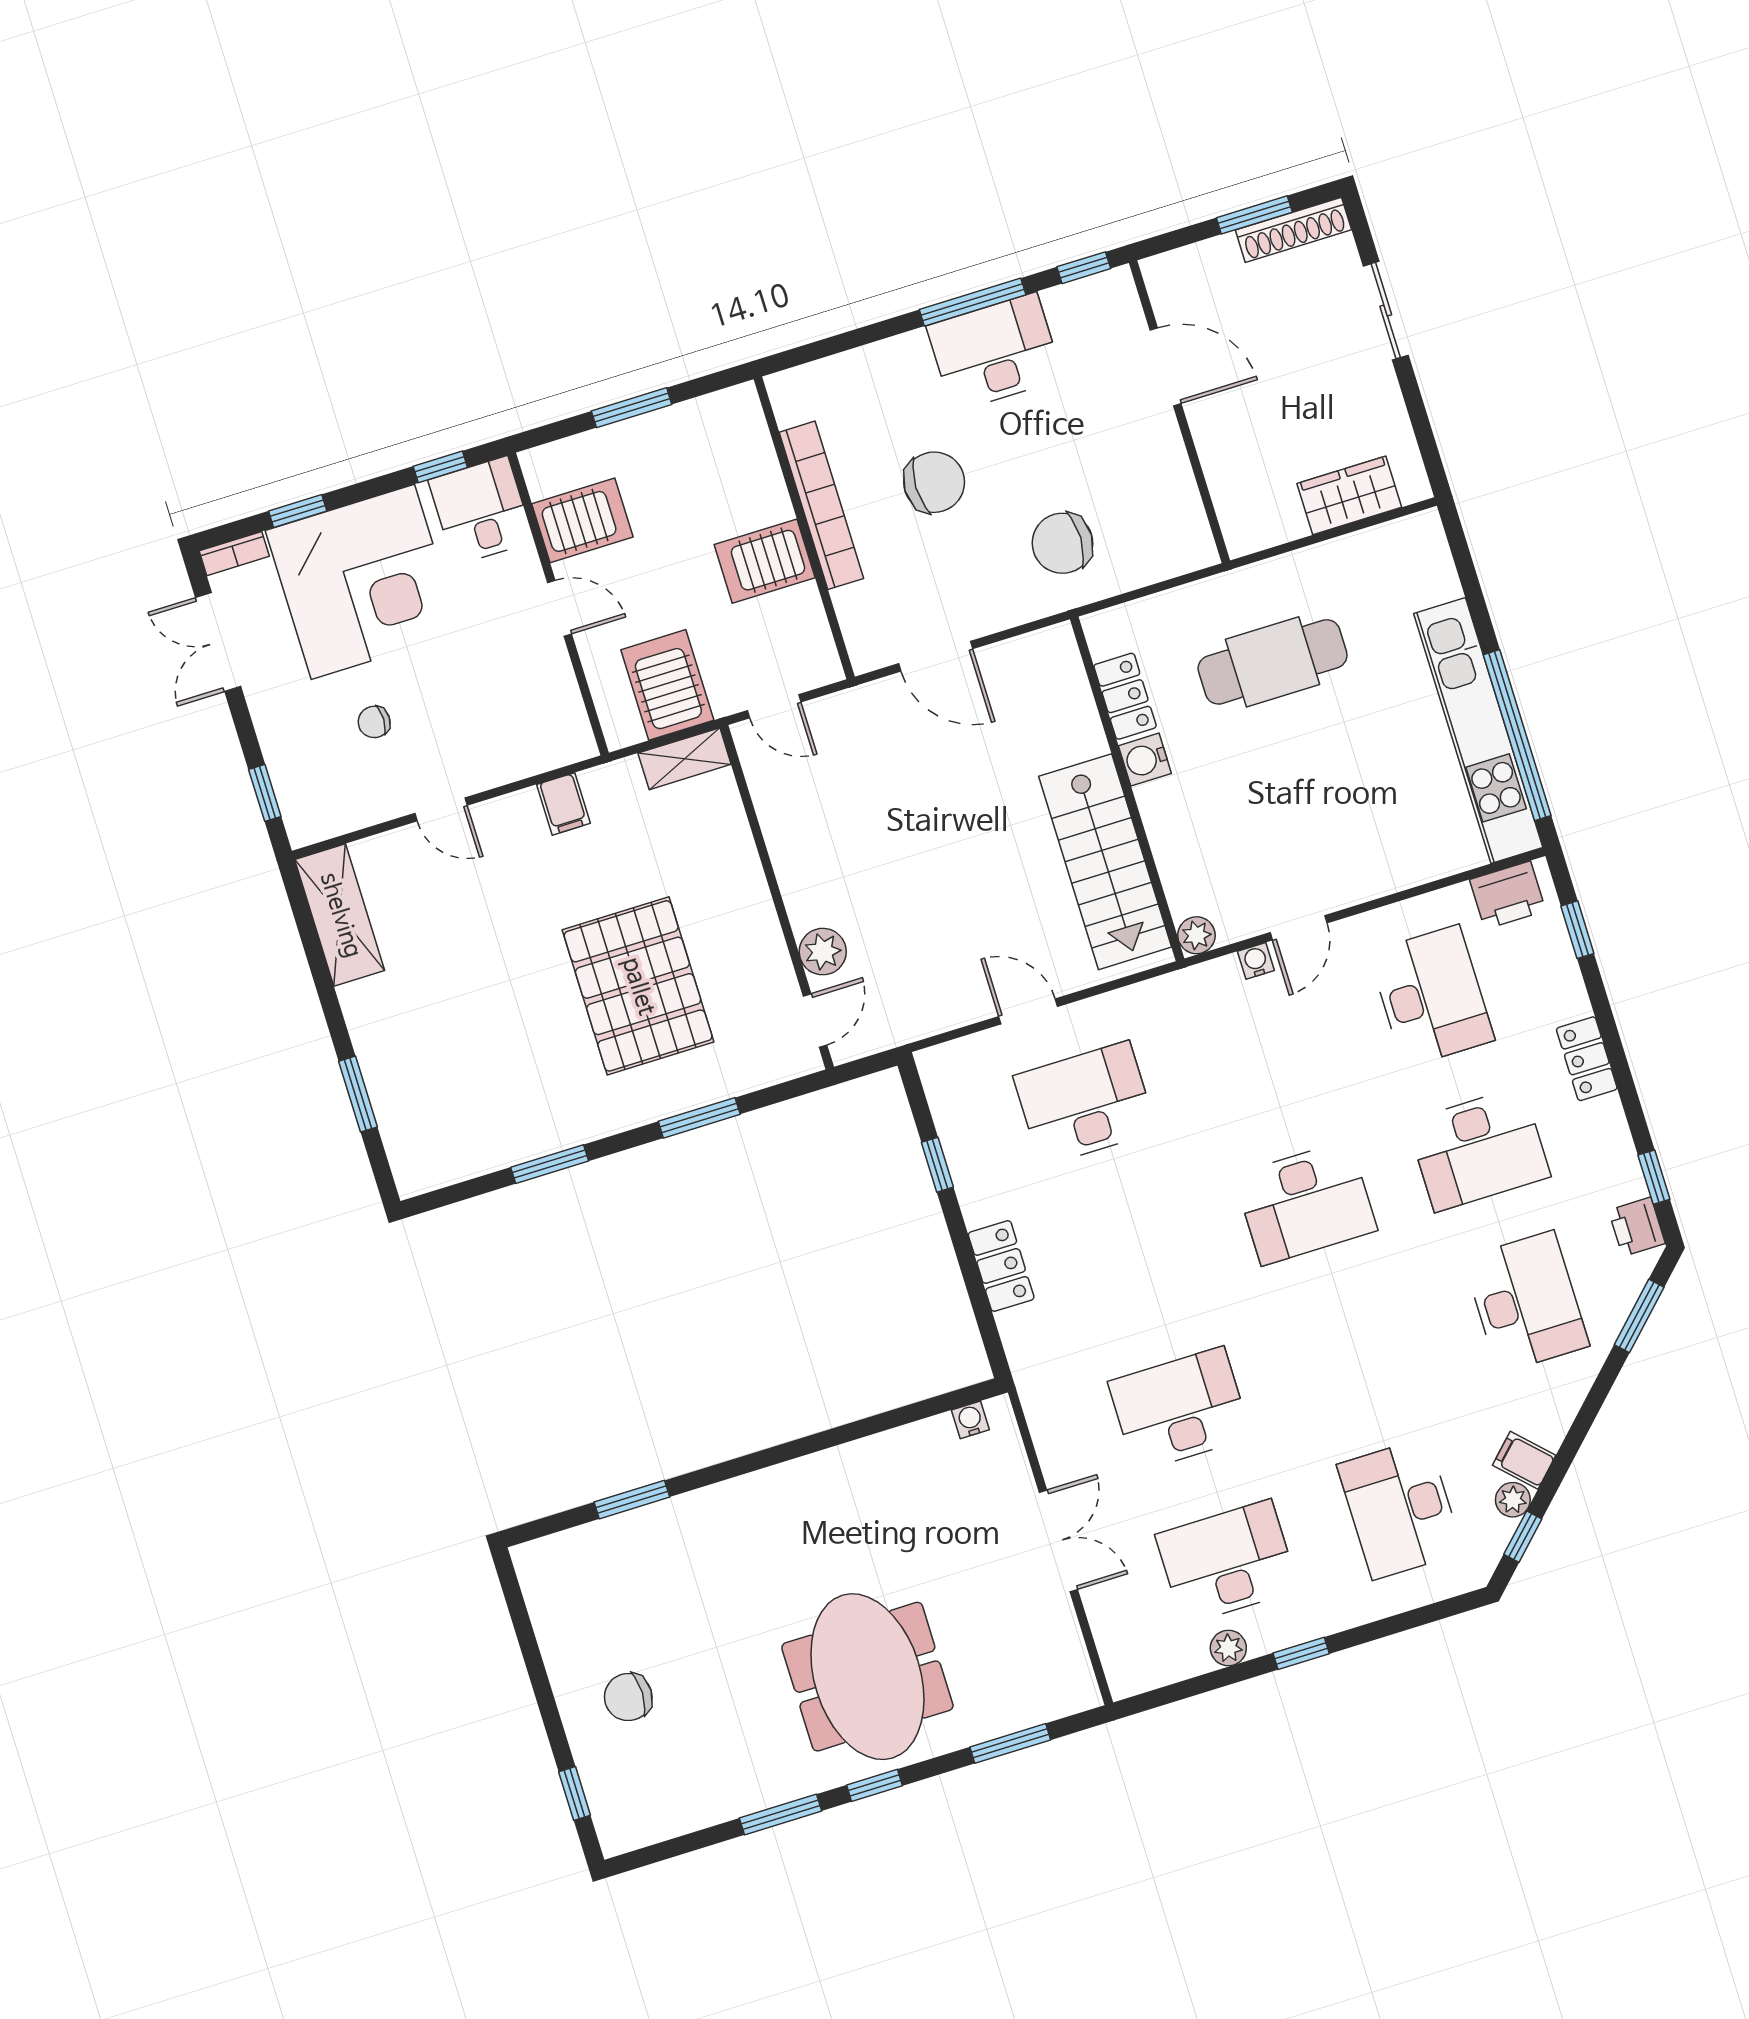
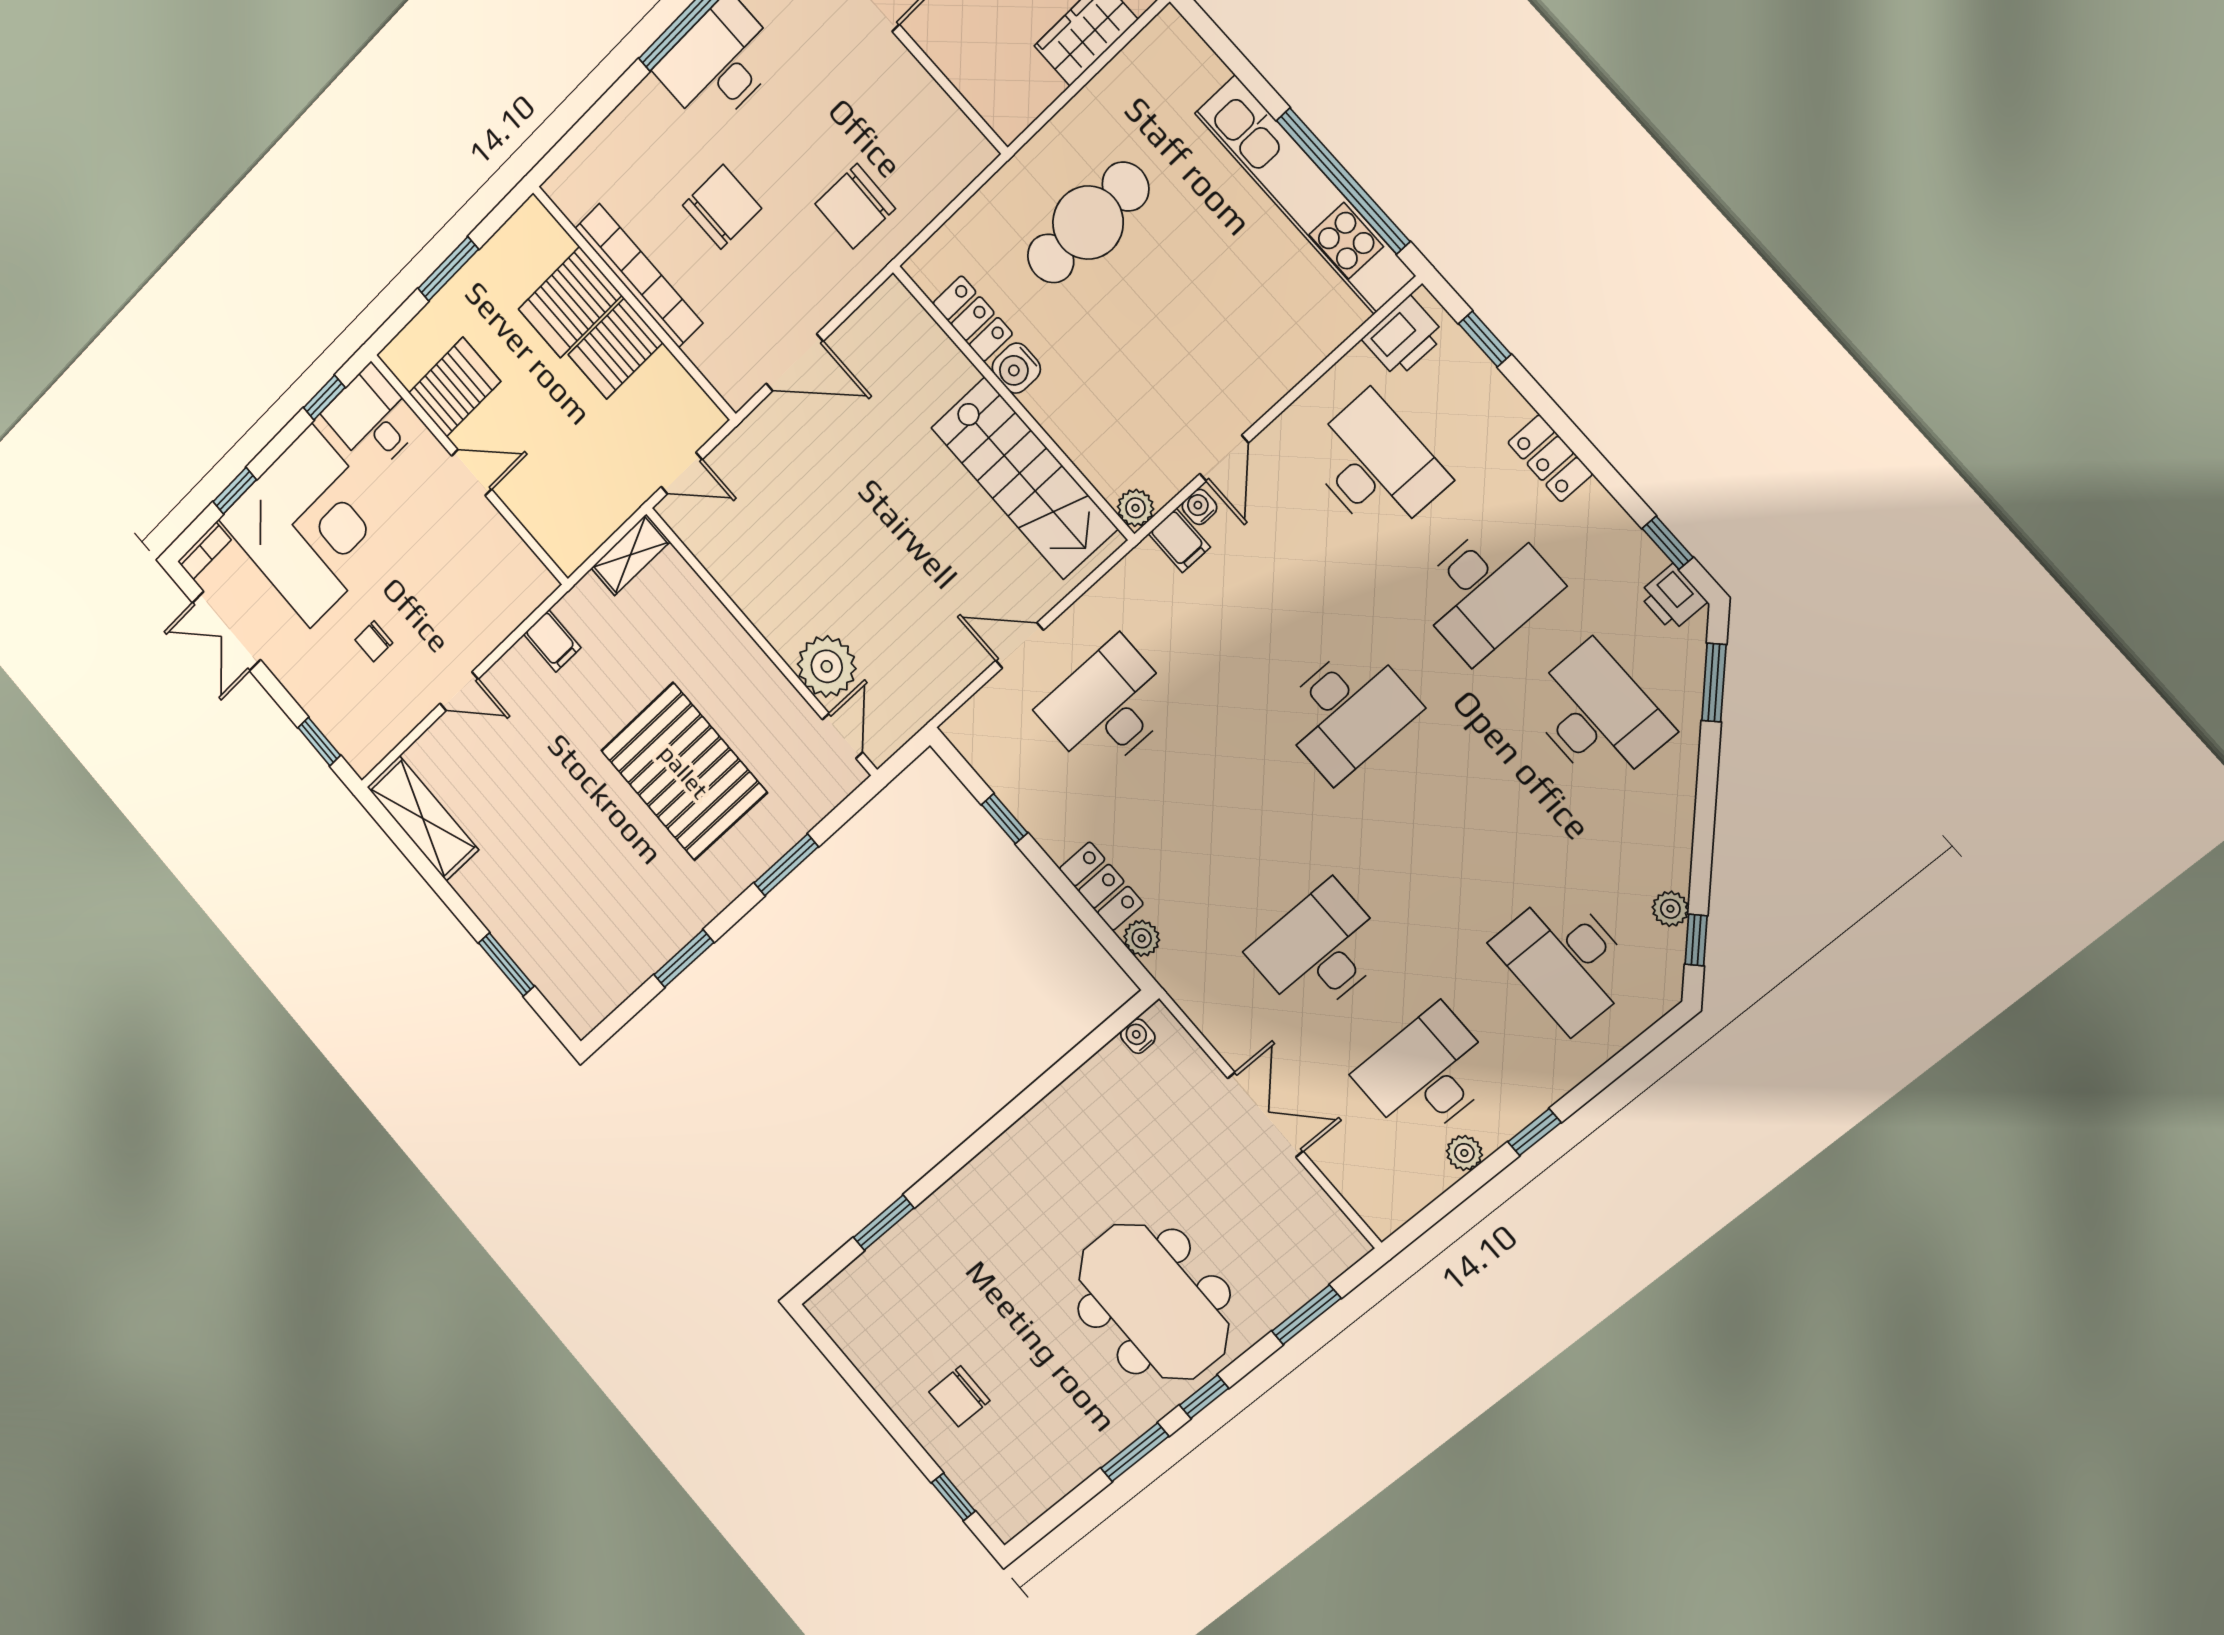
server rack: (667, 685) -> (570, 302), moved, turned -90
plant: (823, 952) -> (827, 666), width x1.36, depth x1.36
plant: (1017, 1330) -> (1142, 938), added
filing cabinet: (1524, 1460) -> (1179, 540), moved, turned -135

